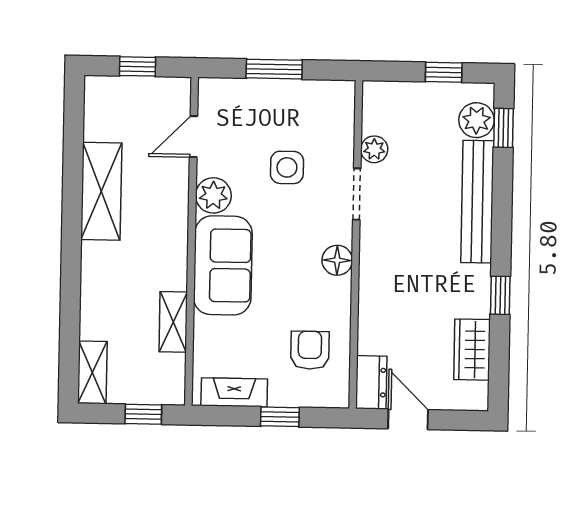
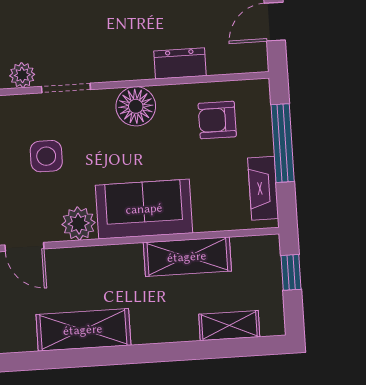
floor lamp: (337, 260) -> (136, 106), width x1.38, depth x1.38
shelving: (173, 322) -> (187, 257), width x1.50, depth x1.33
shelving: (92, 372) -> (229, 326), moved
dresser: (371, 382) -> (180, 63), moved
window: (280, 417) -> (283, 143), width x2.17

